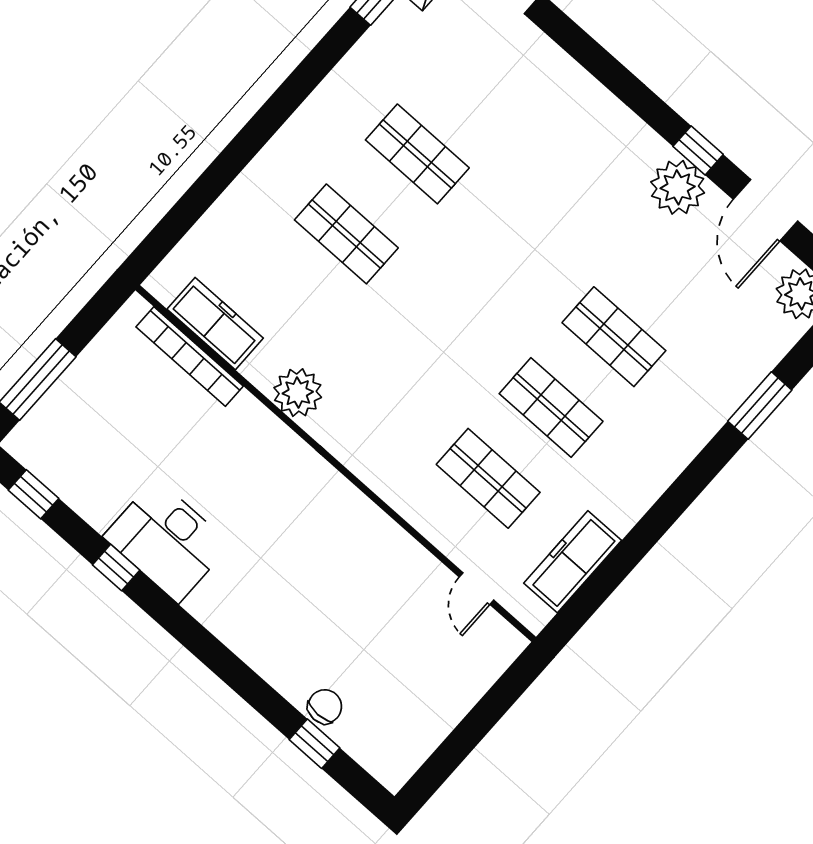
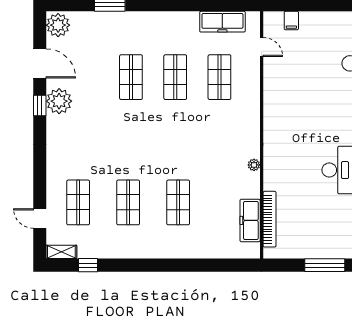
shop shelf: (488, 74) -> (78, 202), added
door: (765, 210) -> (40, 63), hinge flipped
plant: (298, 393) -> (254, 165), width x0.53, depth x0.53
door: (477, 589) -> (262, 47), hinge flipped
filing cabinet: (477, 674) -> (291, 21), added

